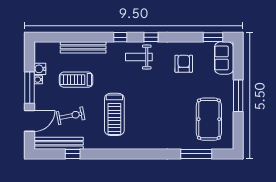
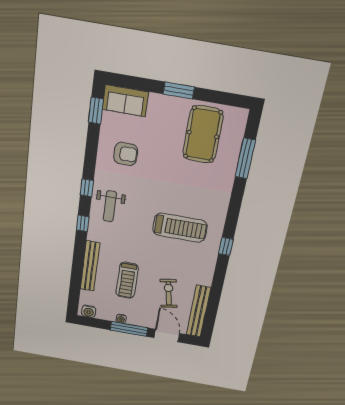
armchair: (184, 64) -> (126, 154), turned 180
water cooler: (40, 69) -> (89, 311), moved
window: (238, 96) -> (179, 90), width x0.69
treadmill: (114, 114) -> (180, 228), moved
pool table: (209, 119) -> (203, 134), turned 90
window: (73, 154) -> (226, 246), moved

